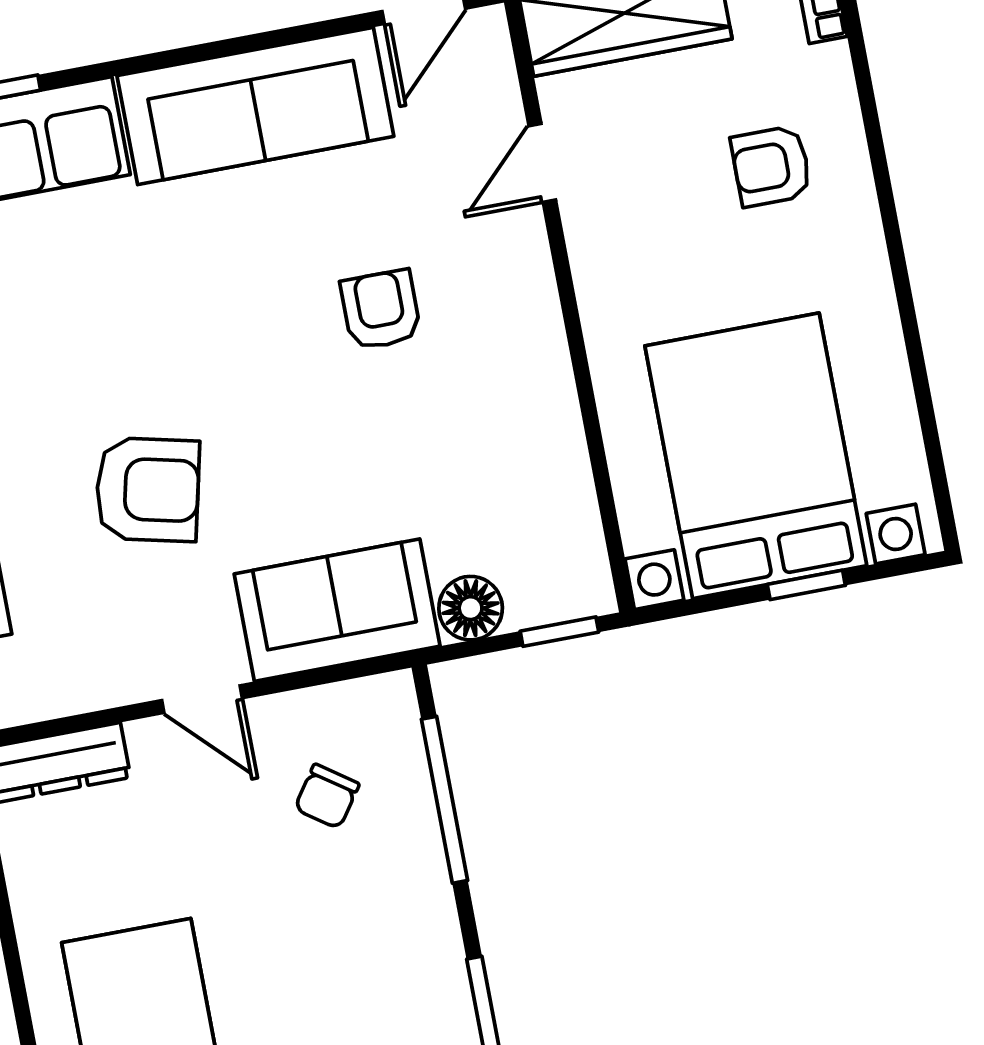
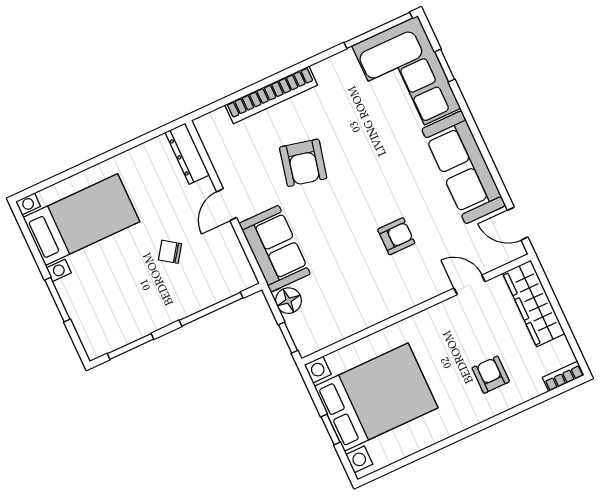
chair: (327, 796) -> (170, 252), moved

